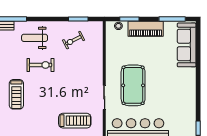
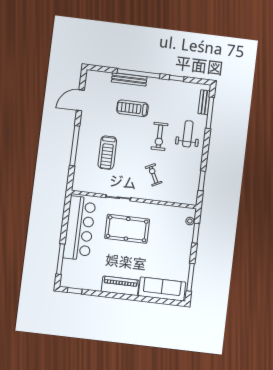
piano: (146, 29) -> (120, 286), moved, turned 90
exercise bike: (73, 40) -> (154, 175), moved
treadmill: (75, 121) -> (107, 153), moved

